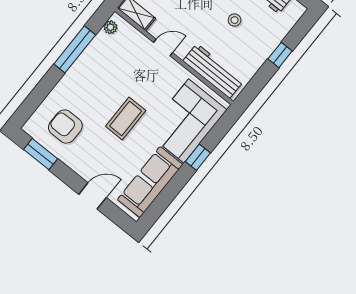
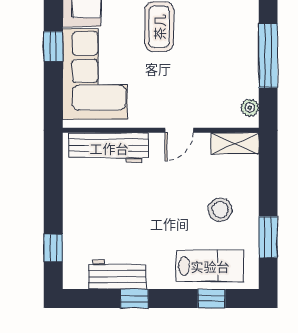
stool: (235, 20) -> (129, 217), removed
window: (280, 55) -> (53, 248), moved

